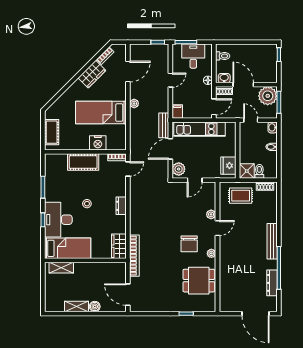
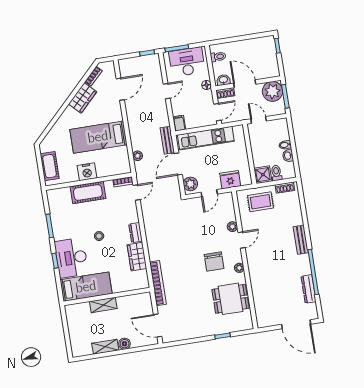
desk: (193, 56) -> (187, 62), width x1.37
plant: (134, 104) -> (138, 156), moved
washbasin: (273, 127) -> (288, 156), moved
nightstand: (98, 143) -> (87, 172), moved
fridge: (228, 166) -> (230, 180), moved, turned 90
bench: (272, 241) -> (301, 240), width x0.73
wardrobe: (119, 246) -> (137, 257), moved
shelving: (61, 268) -> (103, 305), moved

